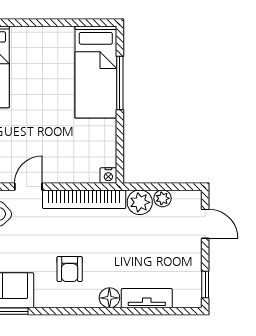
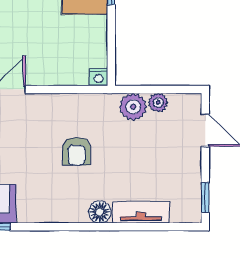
bookcase: (84, 199) -> (72, 103), removed
armchair: (70, 269) -> (77, 151), moved

